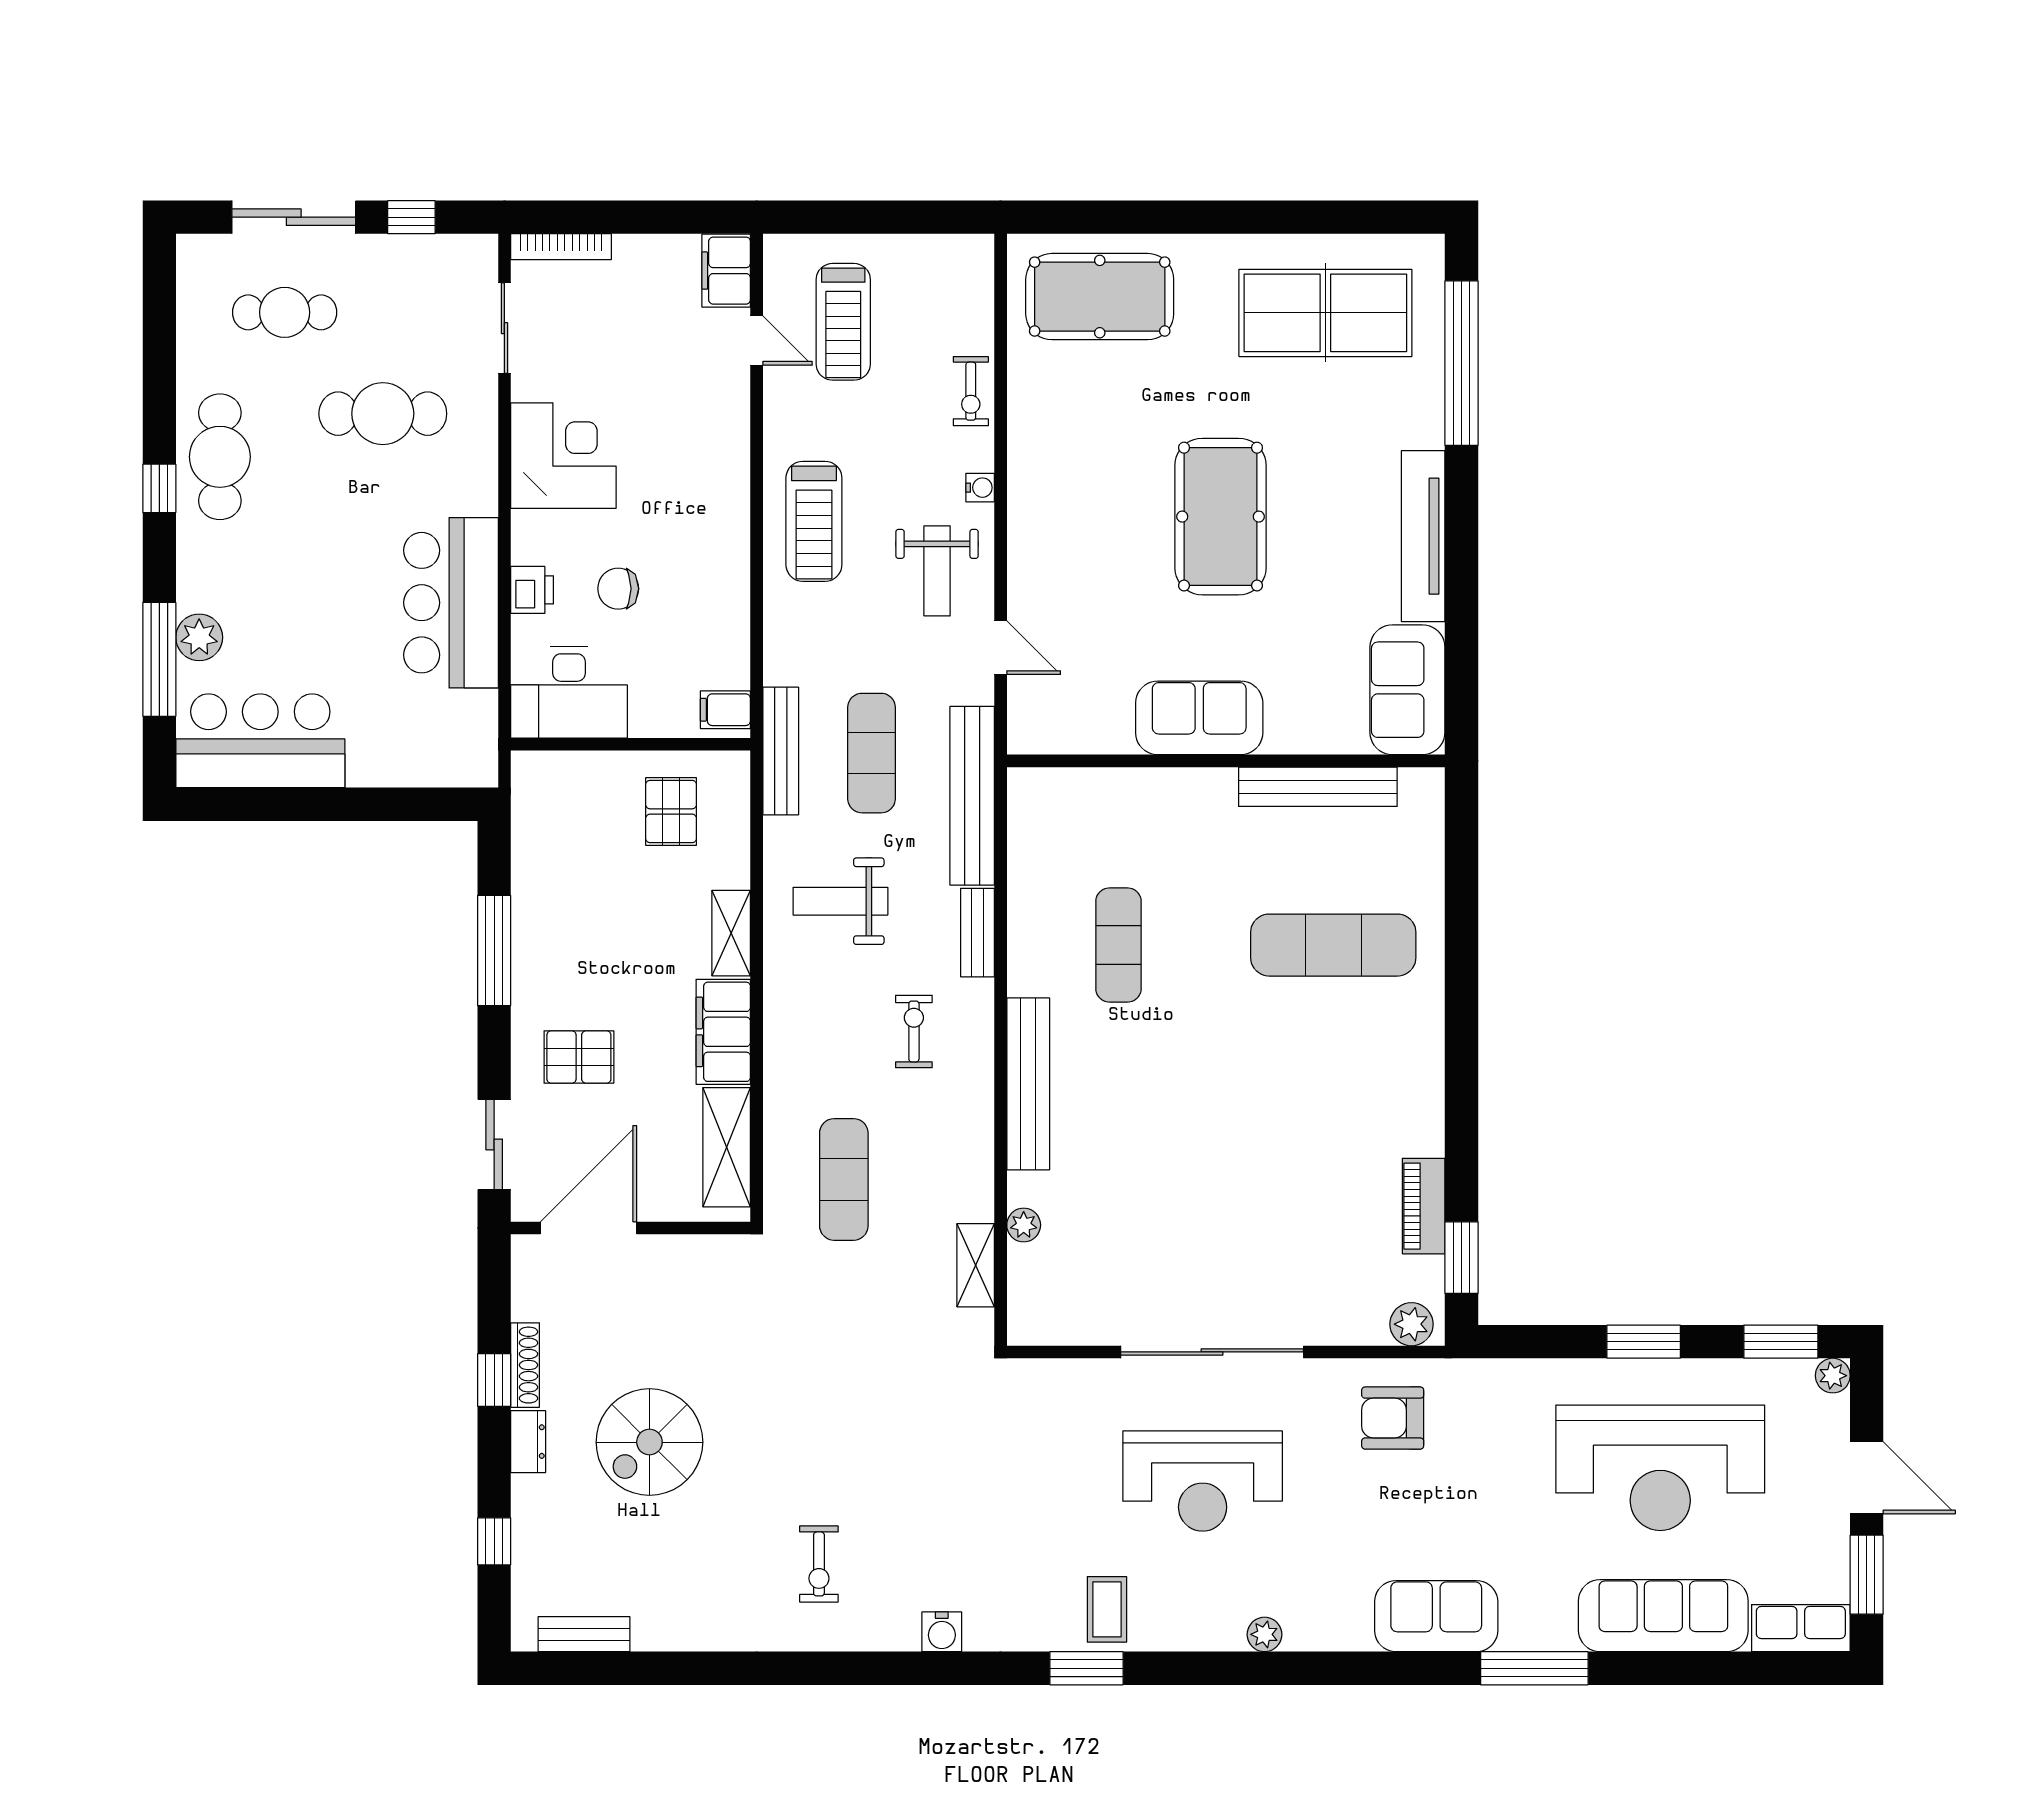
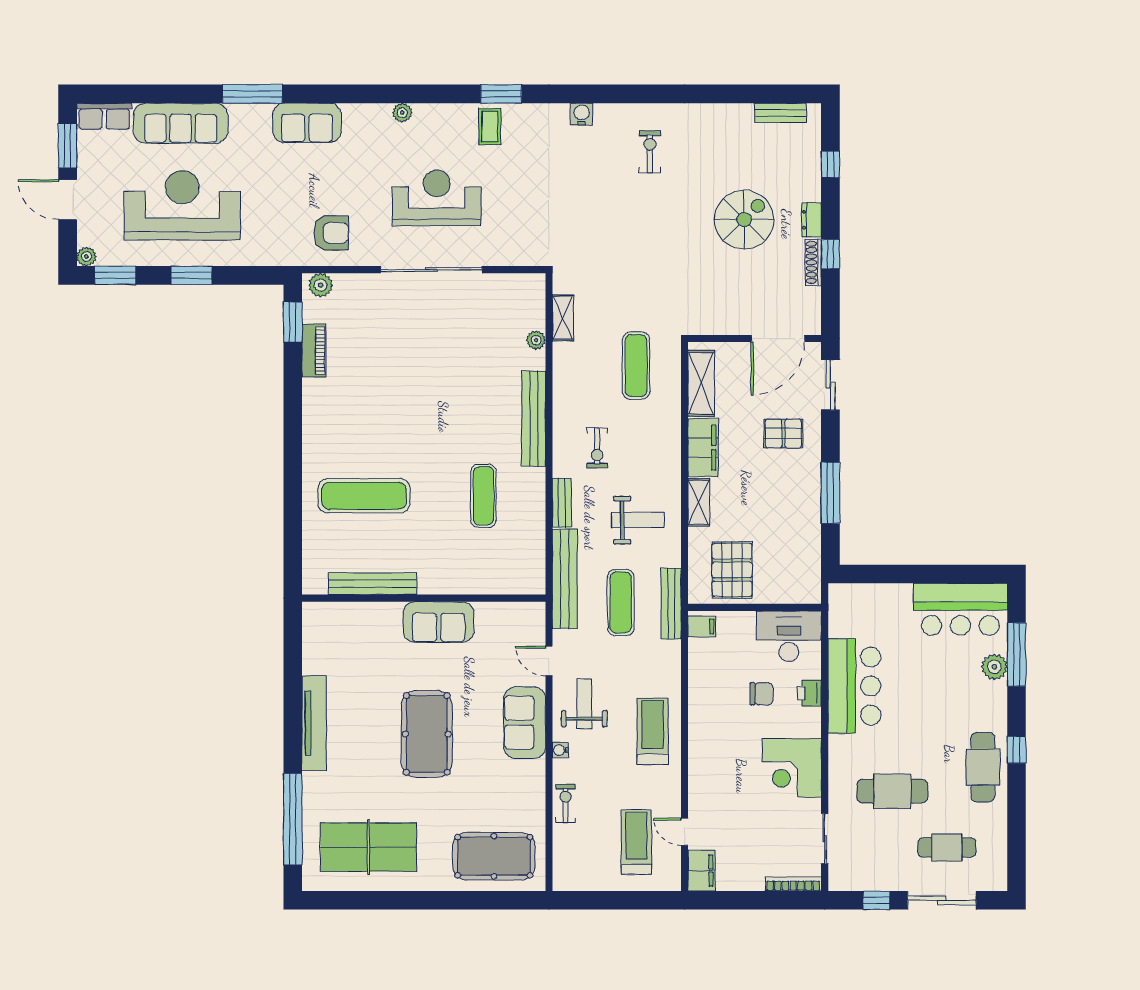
sofa: (1407, 690) -> (525, 723), moved, turned 180
pallet: (671, 811) -> (732, 570), width x1.50, depth x1.42

